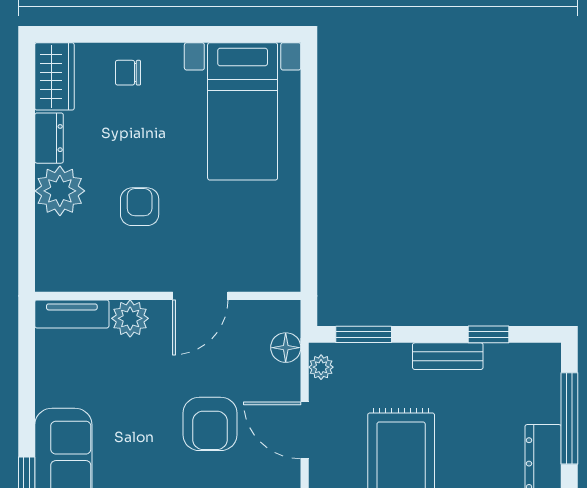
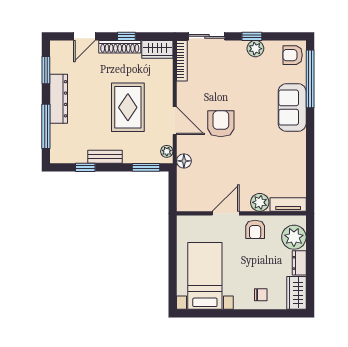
wall: (168, 296) -> (241, 213), moved
door: (200, 296) -> (226, 213), moved
tv unit: (72, 314) -> (288, 205), moved
plant: (130, 318) -> (260, 202), moved

